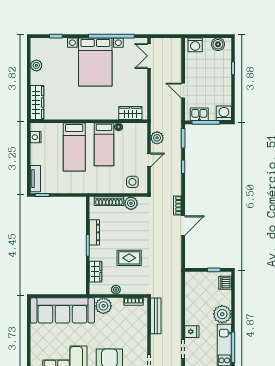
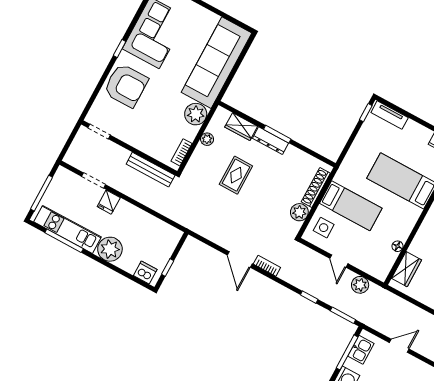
bed: (104, 144) -> (351, 206), moved, turned 180
dresser: (94, 232) -> (271, 141), moved

